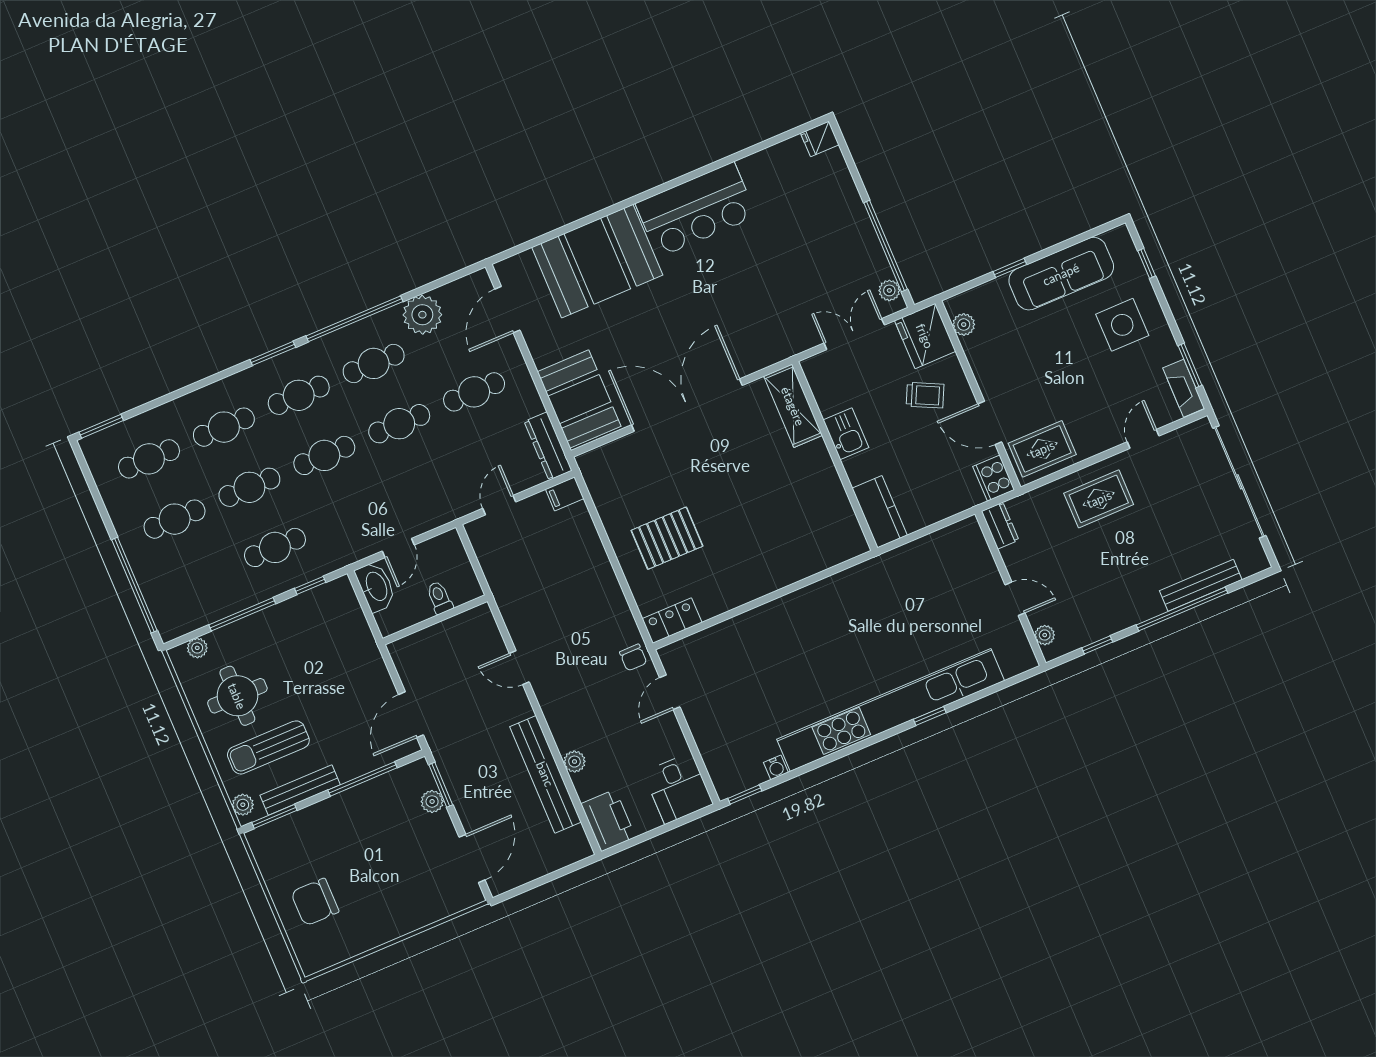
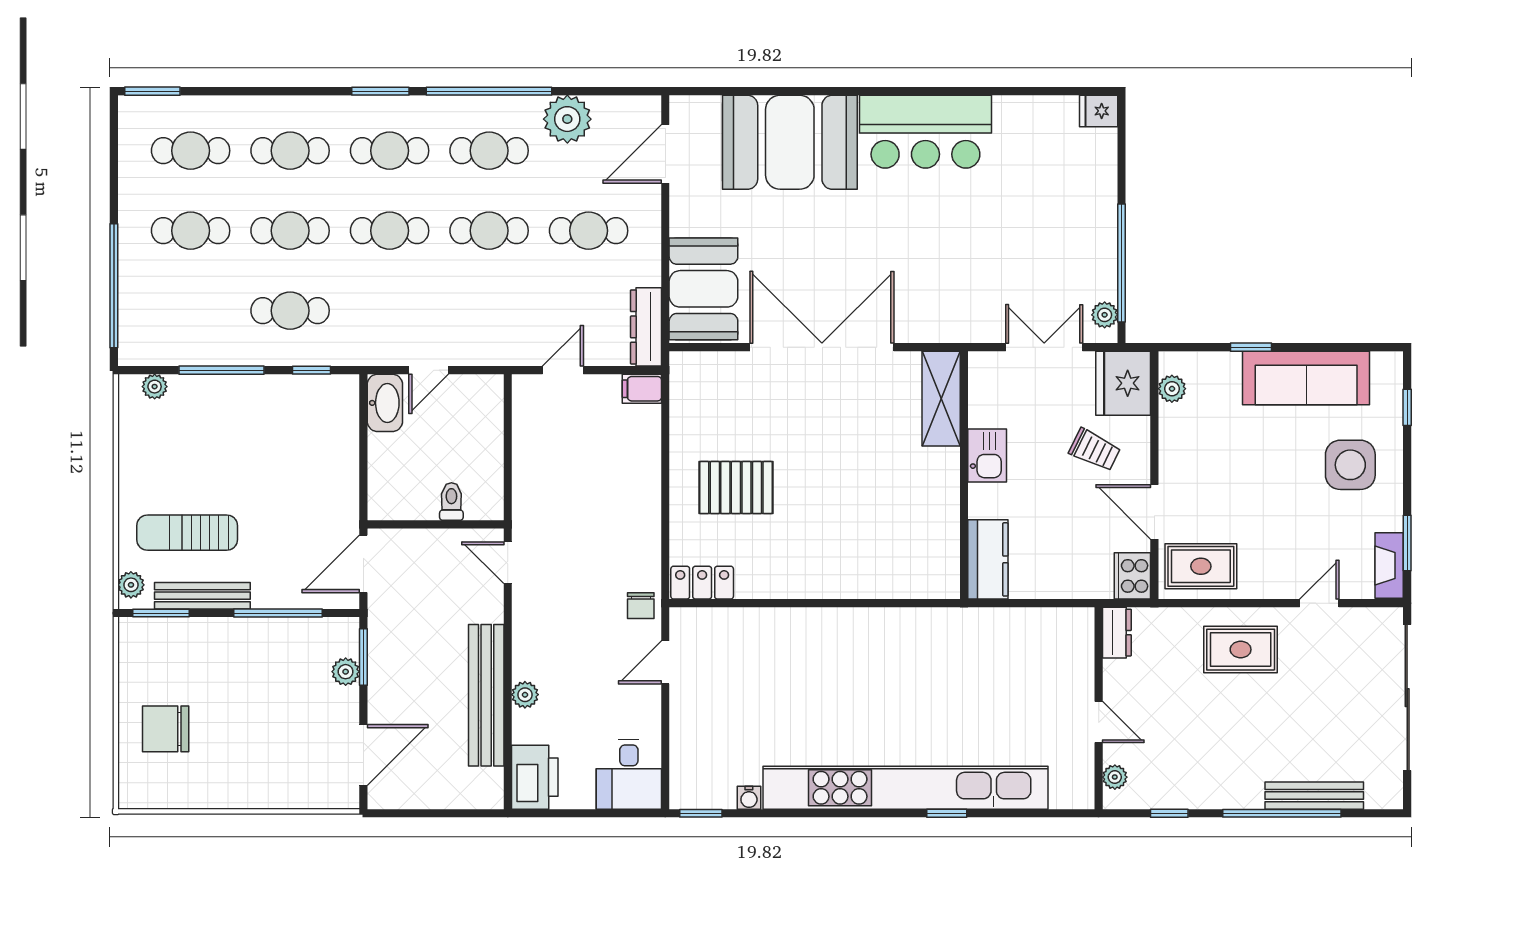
toilet: (440, 598) -> (451, 502), moved
wall: (435, 620) -> (436, 524), moved
round table: (237, 696) -> (177, 460), removed

